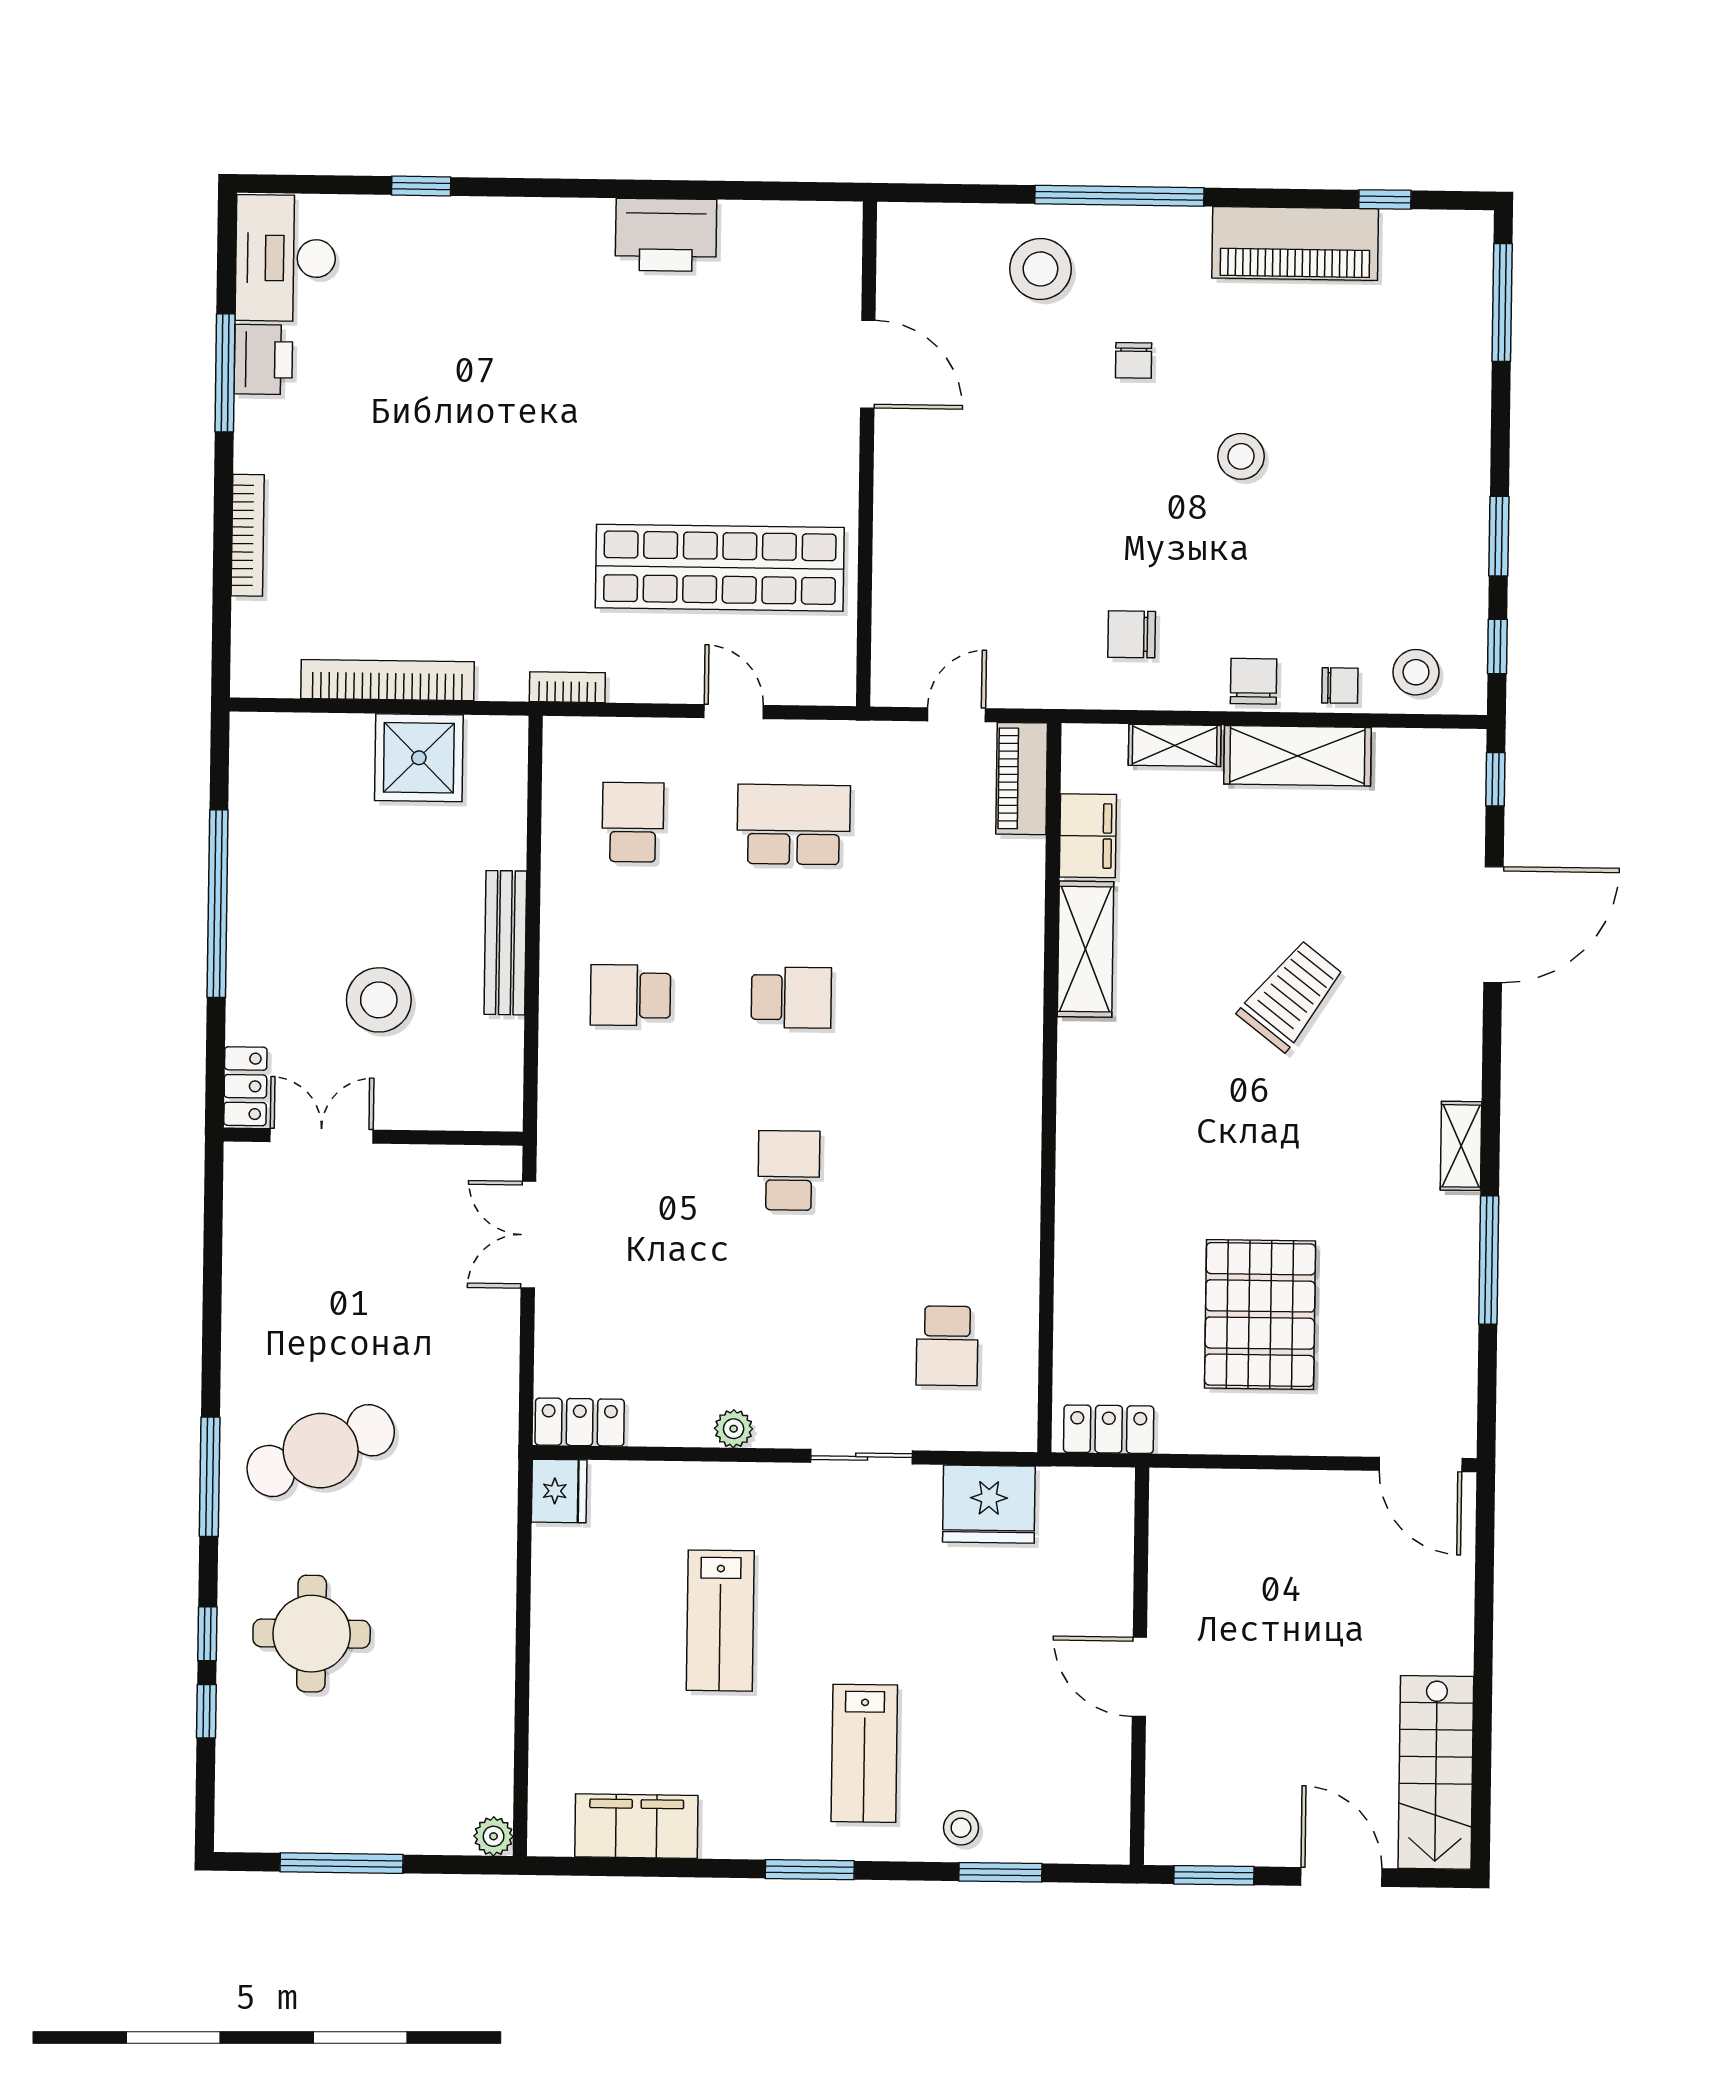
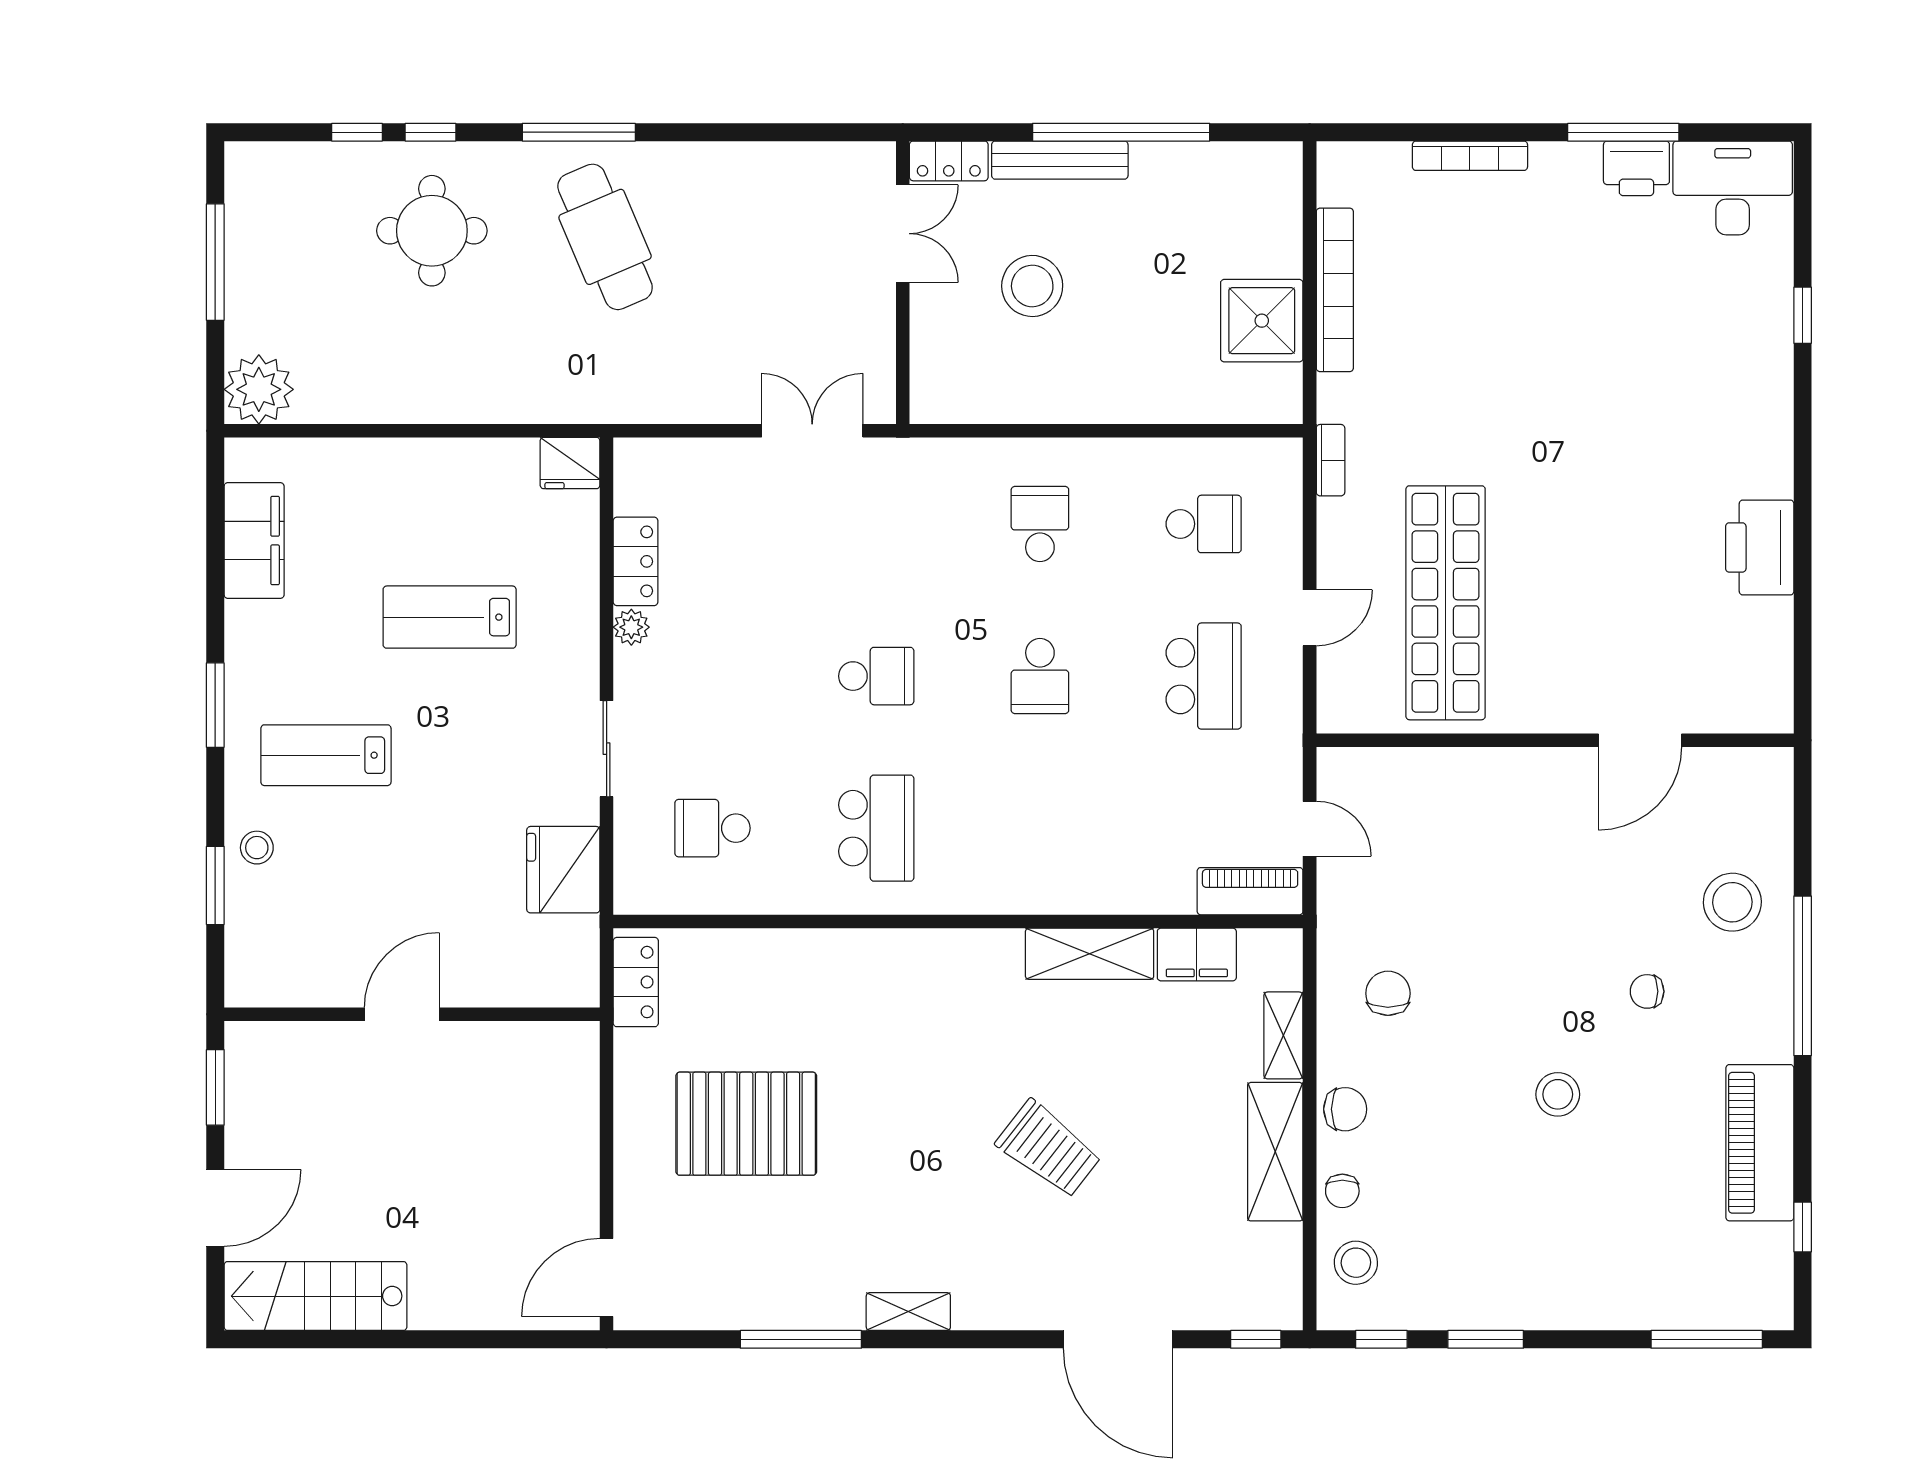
bench: (505, 943) -> (1060, 160), moved
school desk: (950, 1173) -> (876, 828), added
locker: (580, 1422) -> (636, 561), moved
plant: (494, 1836) -> (259, 389), width x1.87, depth x1.87

